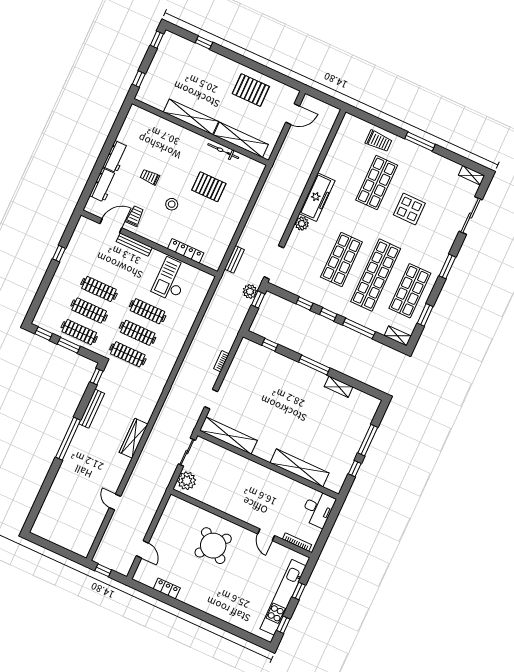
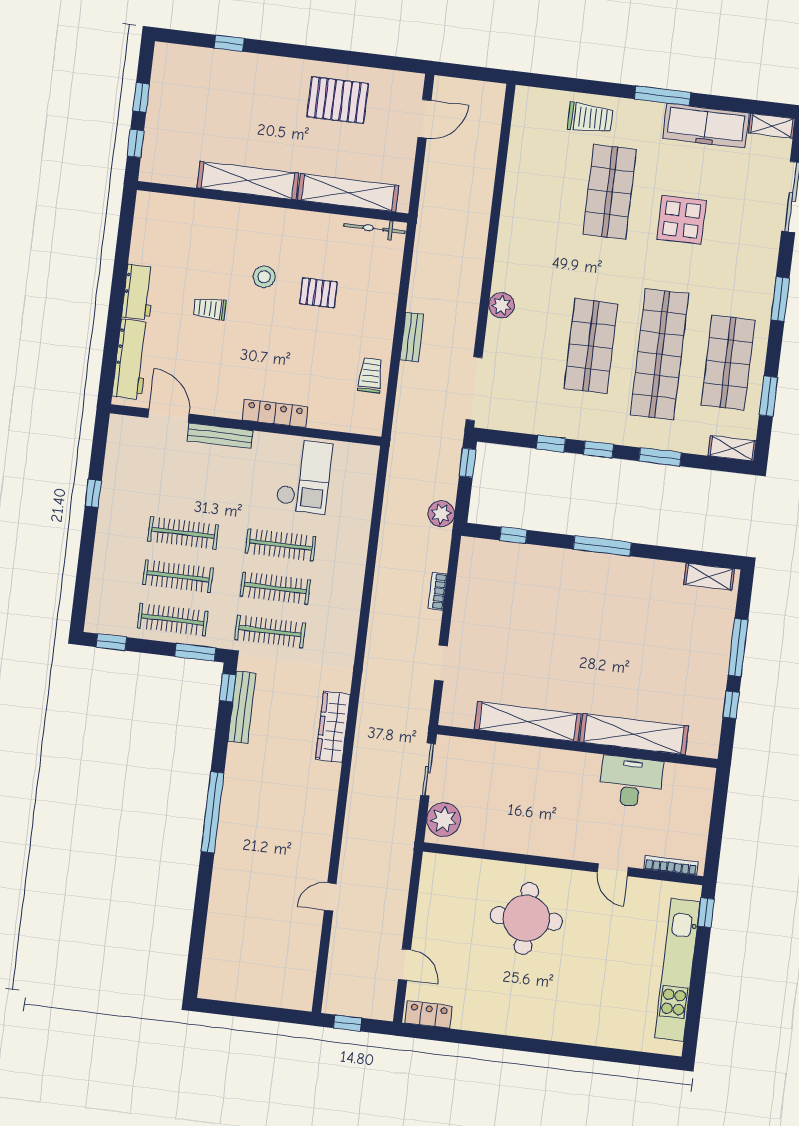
window: (157, 40) -> (141, 97), moved
bicycle: (223, 151) -> (374, 228), moved
workbench: (103, 185) -> (131, 359), width x1.38
pallet: (209, 187) -> (318, 293), width x0.67, depth x0.71
freezer: (317, 197) -> (706, 126), moved, turned 90
stool: (172, 204) -> (264, 277), moved
trolley: (135, 216) -> (371, 375), moved
door: (111, 226) -> (169, 416), hinge flipped
locker: (186, 251) -> (275, 413), moved
bench: (234, 259) -> (412, 337), moved
checkout: (171, 280) -> (304, 476), turned 180
plant: (250, 291) -> (441, 514), moved
window: (359, 328) -> (660, 457), width x0.69
window: (69, 345) -> (195, 652), moved
shelving: (339, 387) -> (709, 577), moved
bench: (92, 409) -> (242, 707), moved
shelving: (228, 436) -> (528, 722), moved
wardrobe: (134, 438) -> (333, 727), moved
door: (115, 502) -> (330, 897), hinge flipped
desk: (318, 509) -> (631, 782), moved, turned -90
round table: (213, 546) -> (526, 918), turned -38
locker: (167, 588) -> (429, 1015), moved
window: (299, 591) -> (706, 913), moved
window: (283, 625) -> (693, 1018), removed

